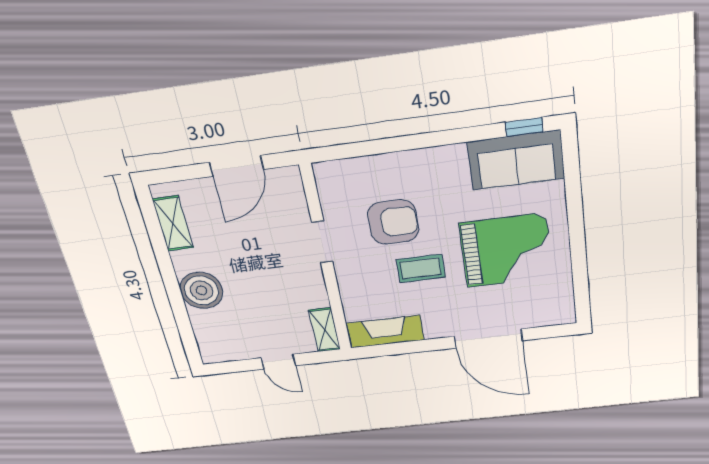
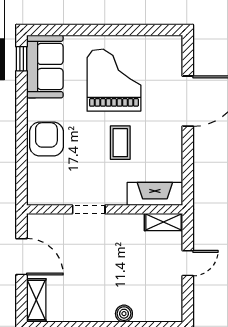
armchair: (393, 222) -> (46, 139), moved
shelving: (173, 223) -> (36, 300), moved, turned 90
boiler: (201, 290) -> (124, 314), width x0.54, depth x0.54
fireplace: (385, 332) -> (155, 194), moved, turned 90

